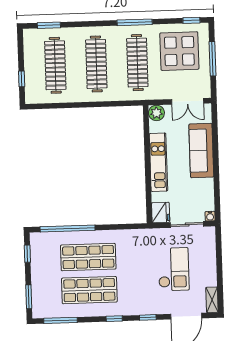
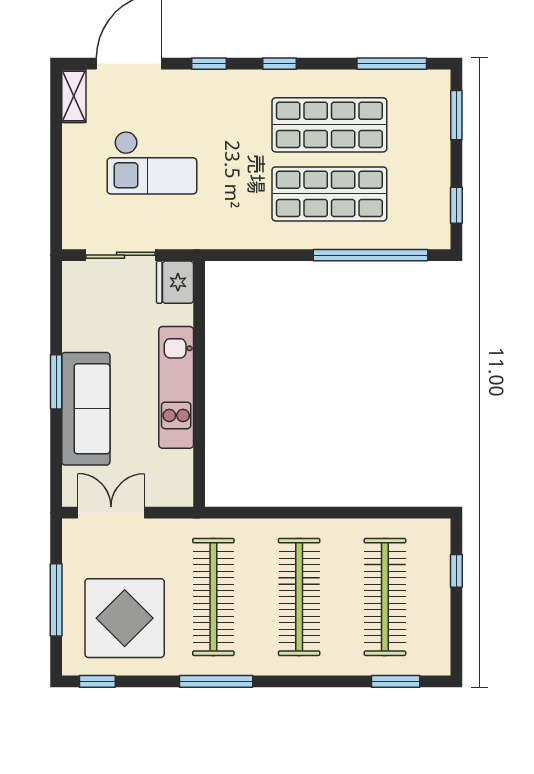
plant: (156, 113) -> (177, 490), removed
window: (216, 163) -> (56, 382), added
water cooler: (210, 216) -> (72, 271), removed
checkout: (174, 269) -> (152, 163), turned -90

